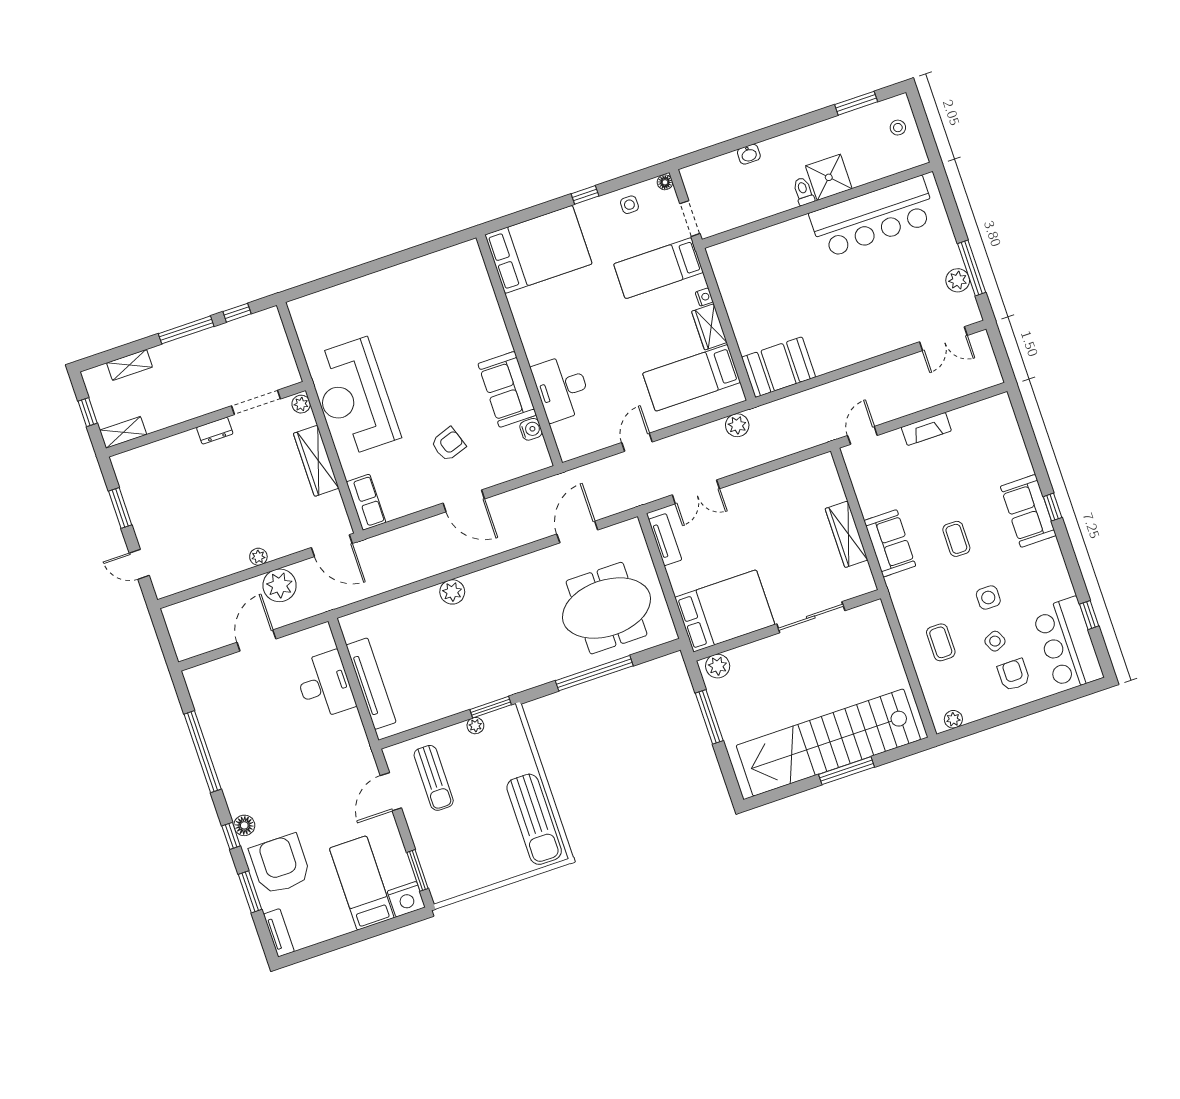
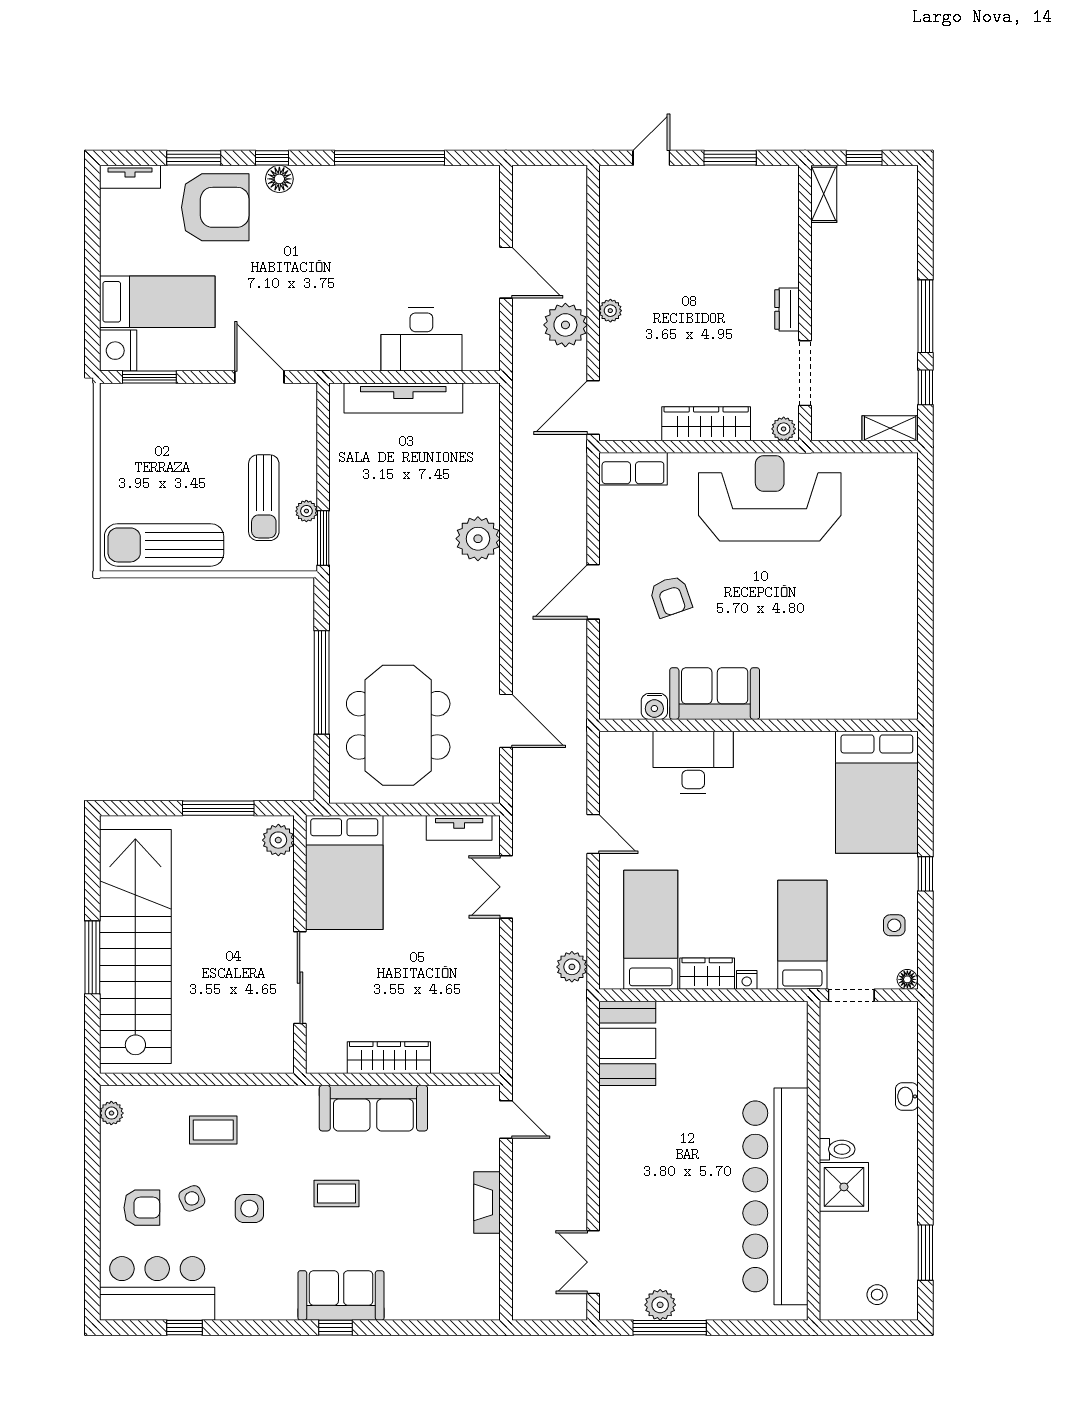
bar counter: (873, 217) -> (775, 1196), width x1.36
shelving: (130, 365) -> (890, 428), moved, turned 90
sofa: (890, 543) -> (373, 1108), width x1.36
plant: (452, 592) -> (478, 539), width x1.36, depth x1.36
sun lounger: (434, 778) -> (264, 498), moved, turned -90

